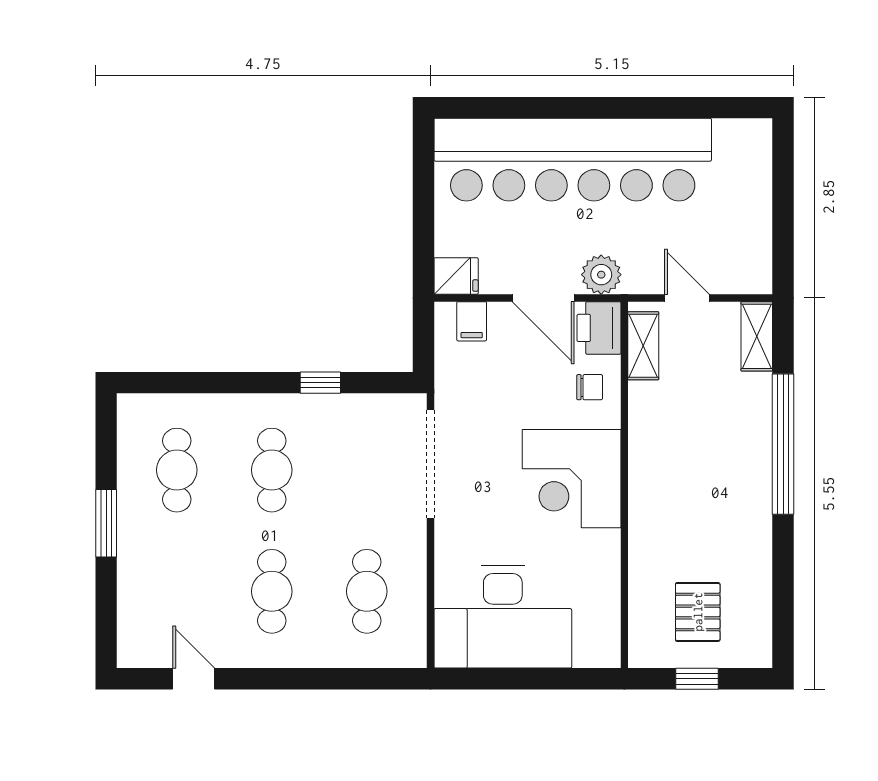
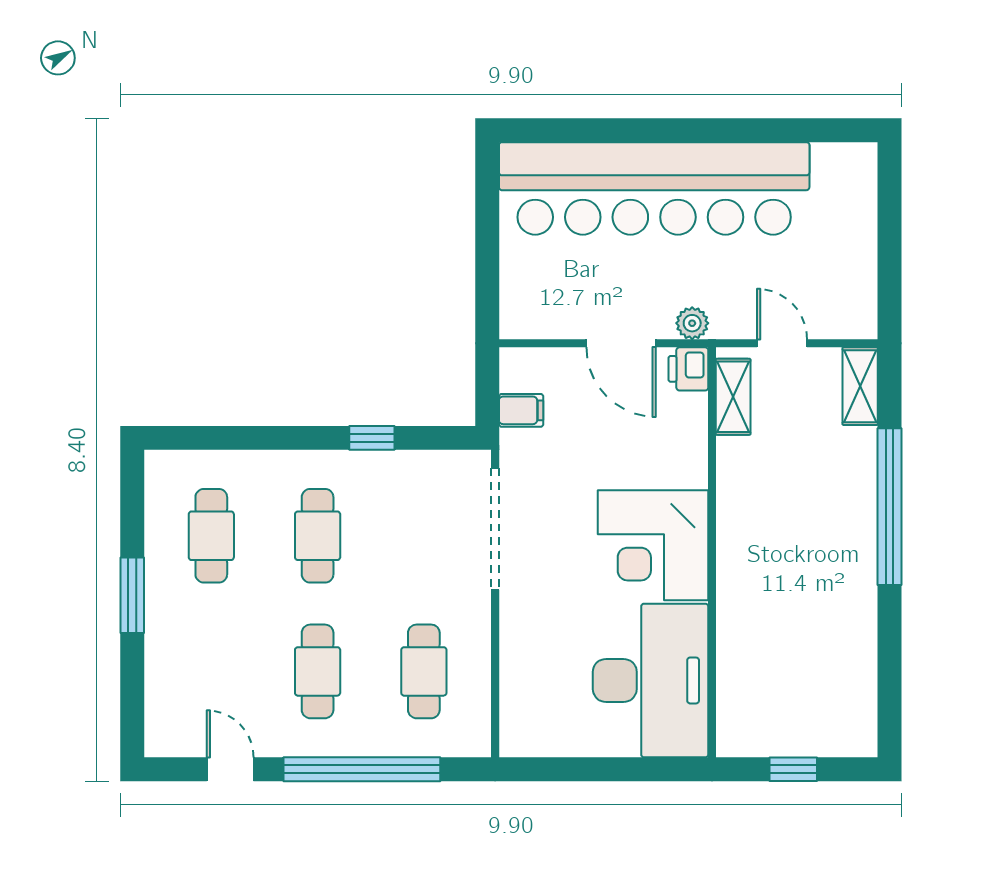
plant: (601, 275) -> (692, 323), width x0.73, depth x0.73
fridge: (456, 276) -> (524, 319), removed
filing cabinet: (472, 321) -> (521, 410), moved, turned -90
printer: (599, 328) -> (688, 369), width x0.73, depth x0.81
chair: (590, 387) -> (673, 443), removed
pallet: (698, 612) -> (794, 695), removed
desk: (503, 617) -> (650, 680), moved, turned -90
window: (311, 679) -> (362, 769), added

